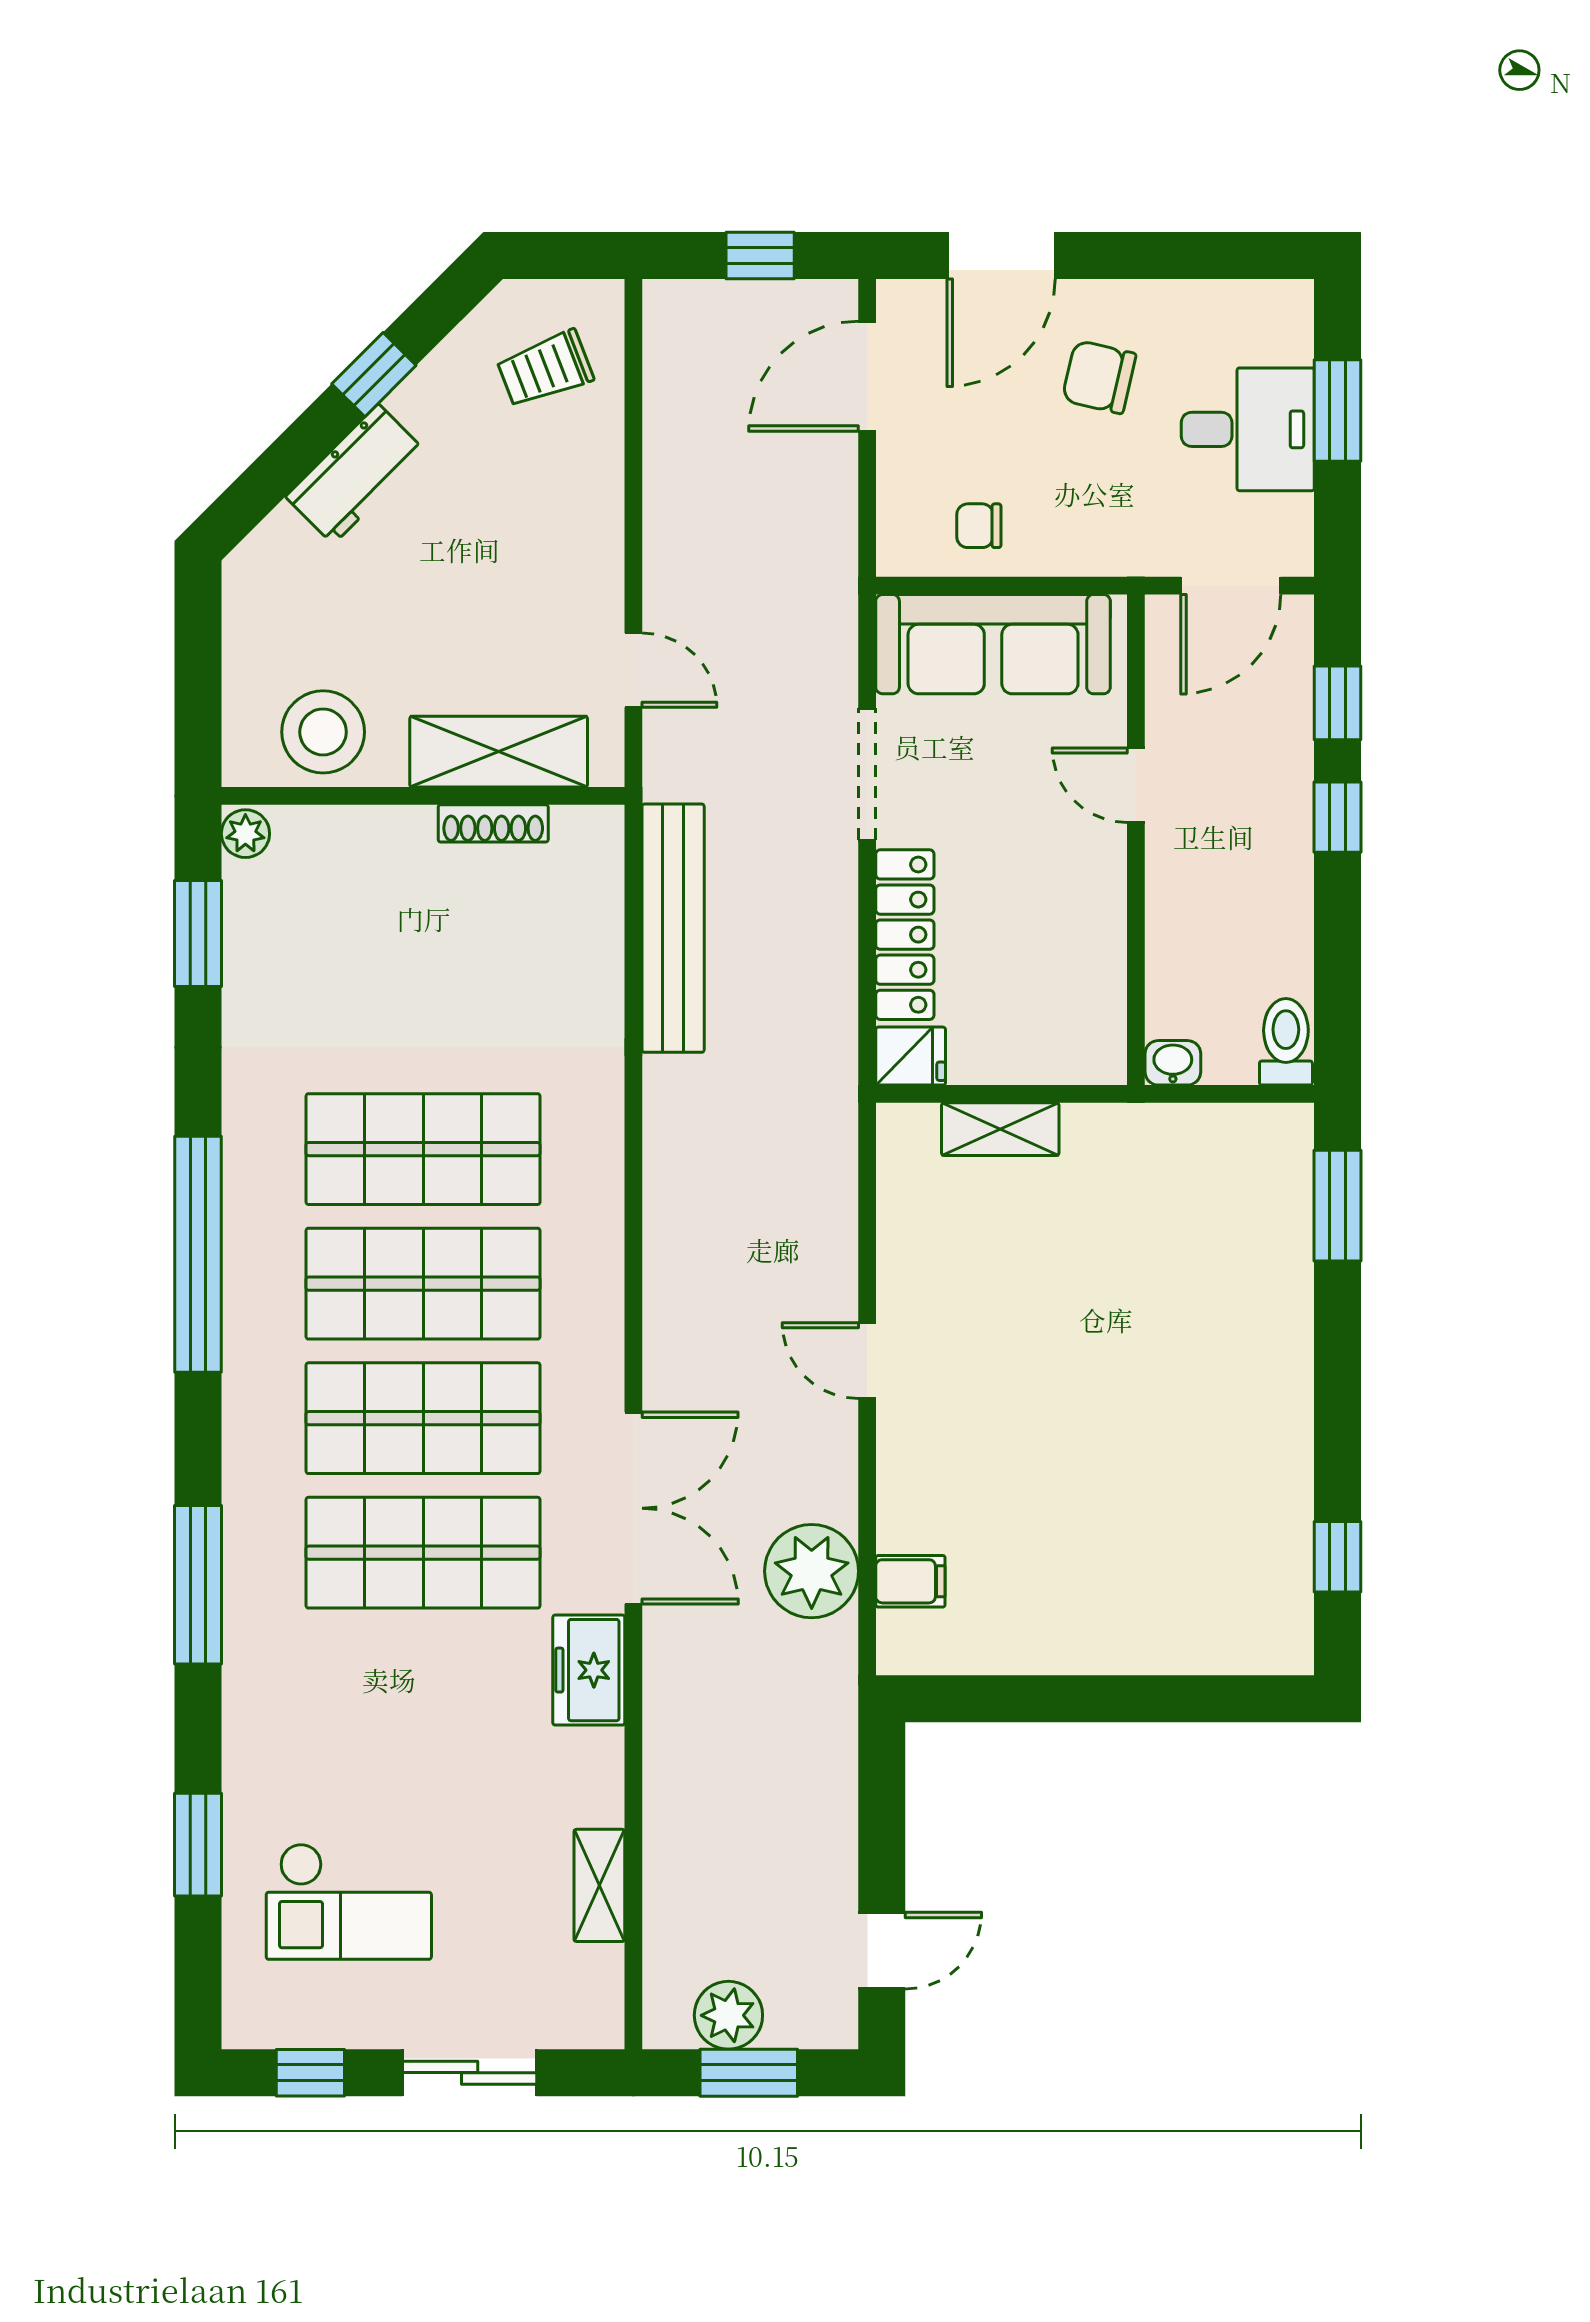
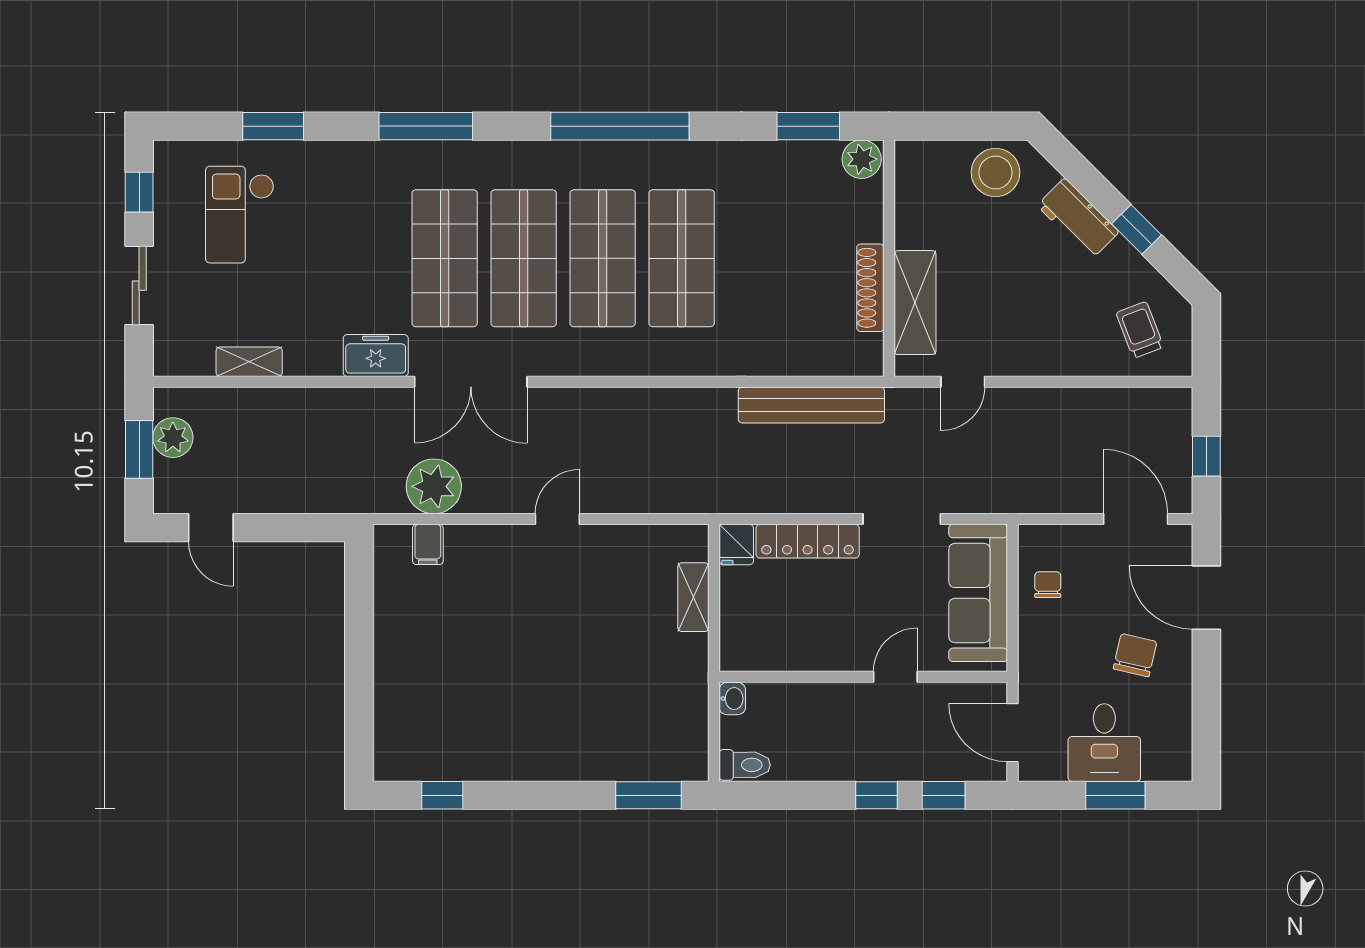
stool: (323, 732) -> (996, 172), moved
shoe rack: (493, 823) -> (870, 288), width x1.36, depth x1.24
plant: (245, 834) -> (862, 159), width x1.38, depth x1.38

